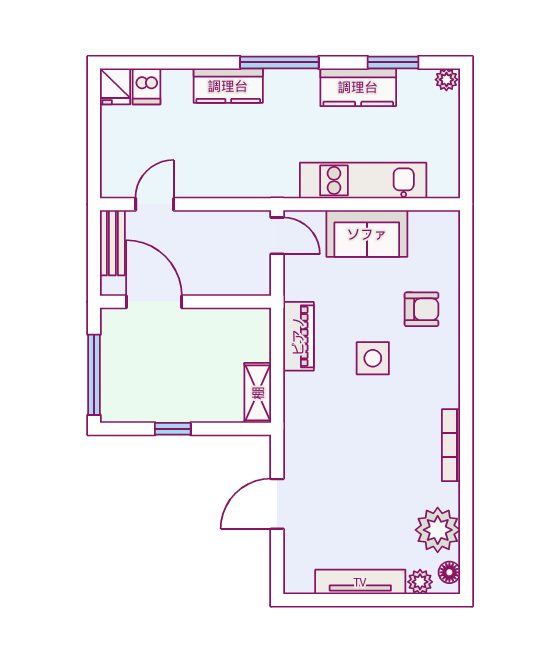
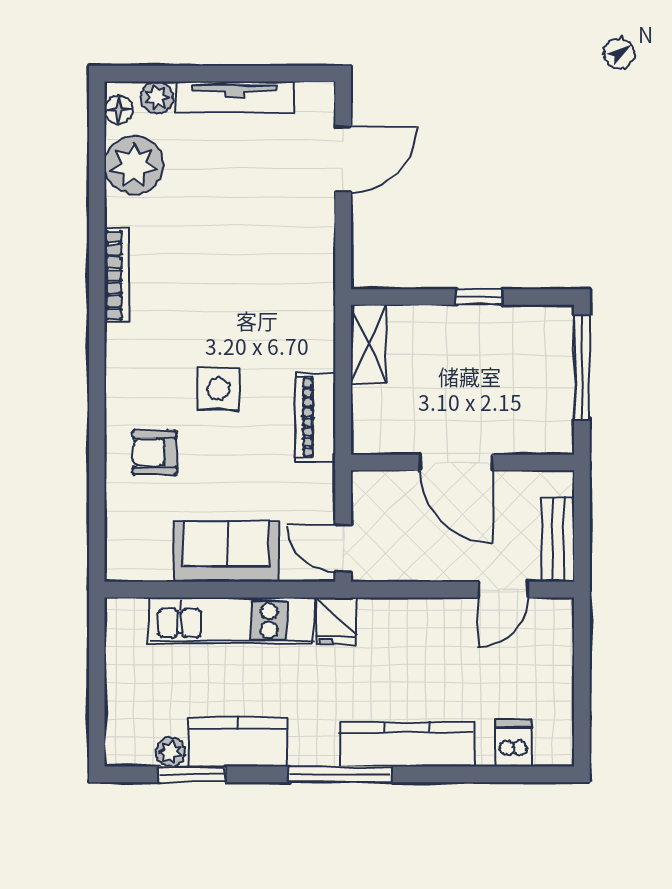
plant: (446, 80) -> (170, 752), moved
fridge: (115, 86) -> (336, 621), moved, turned 180
kitchen counter: (228, 86) -> (407, 744), width x1.50
door: (154, 302) -> (456, 463), moved
door: (277, 504) -> (343, 159), moved

